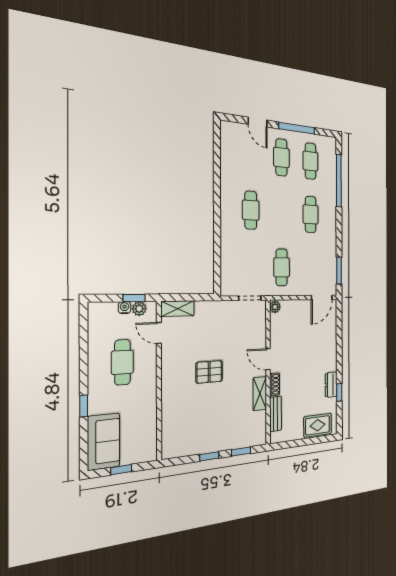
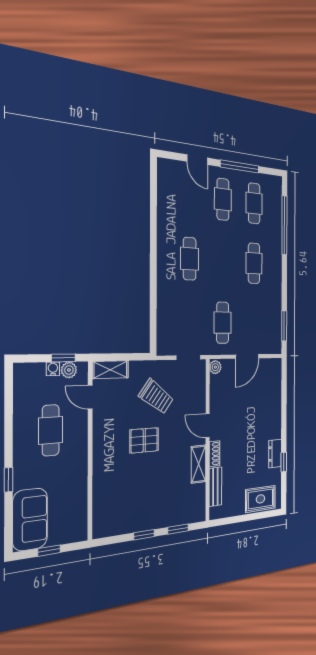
door: (322, 297) -> (247, 356), moved
trolley: (220, 333) -> (156, 397), added

